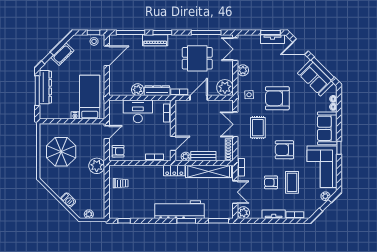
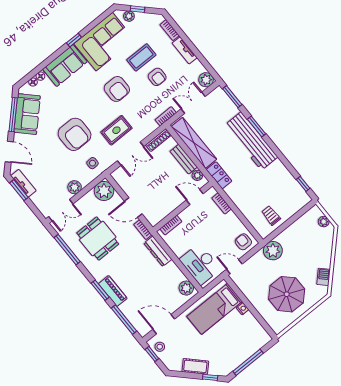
dresser: (45, 87) -> (239, 357), removed
plant: (138, 90) -> (186, 288), moved
desk: (138, 111) -> (200, 264), moved
barbecue: (68, 200) -> (324, 277), moved

